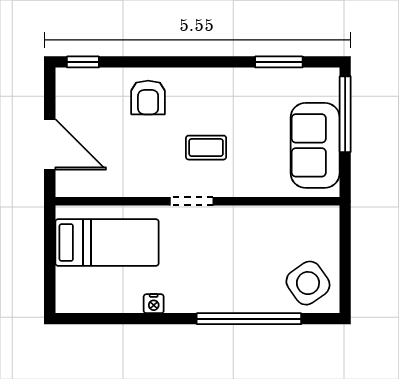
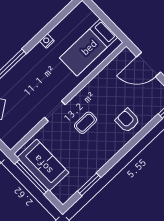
window: (345, 114) -> (32, 177), moved
doorway: (192, 201) -> (55, 111), moved

